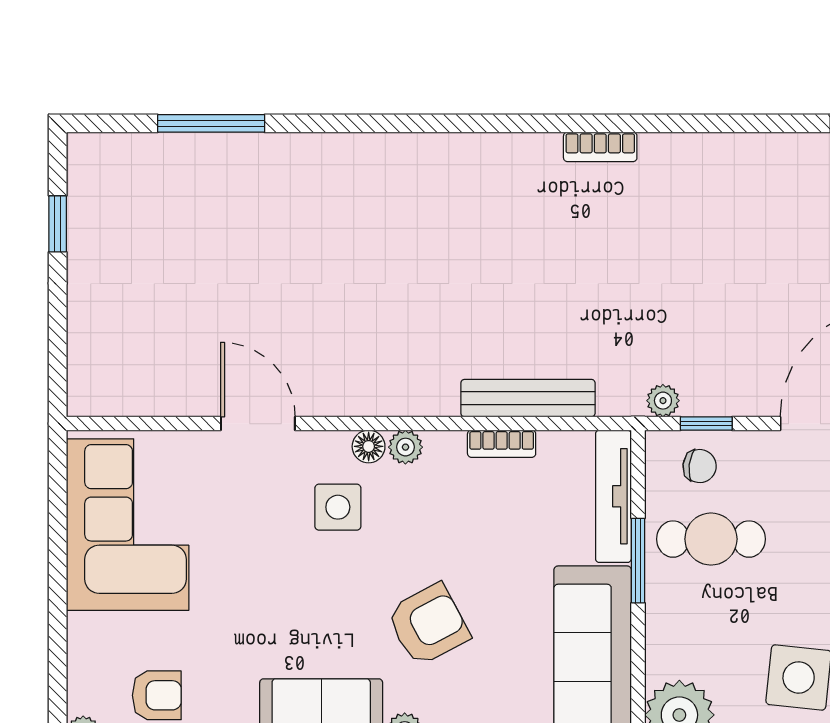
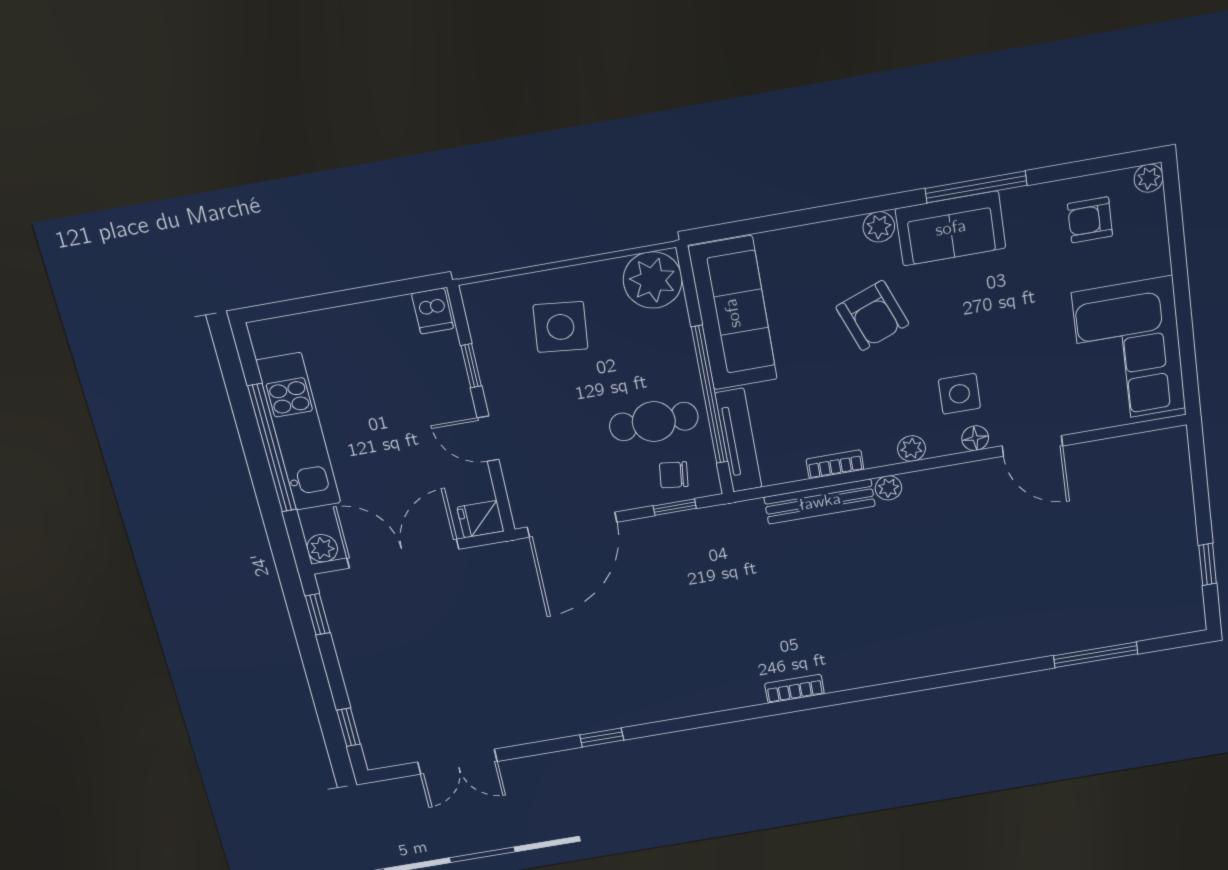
plant: (663, 401) -> (888, 488), moved
floor lamp: (369, 446) -> (975, 438), moved
window: (638, 561) -> (710, 395), width x2.11
armchair: (428, 625) -> (872, 316), turned -83

